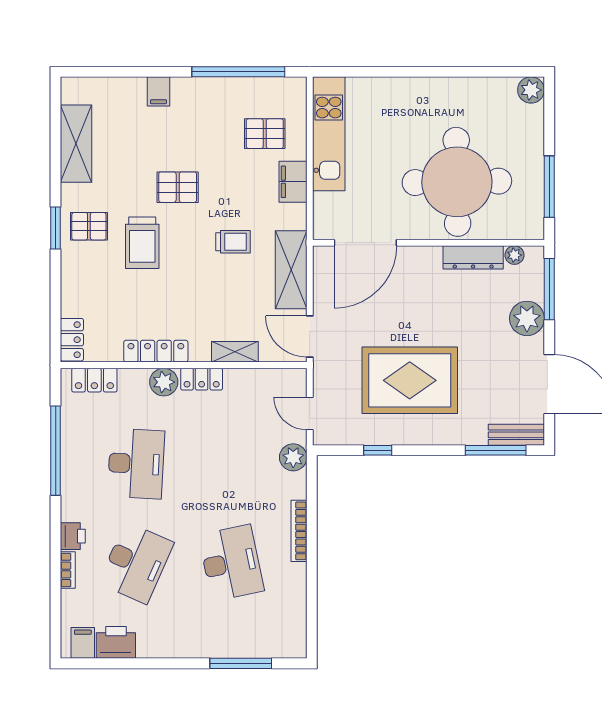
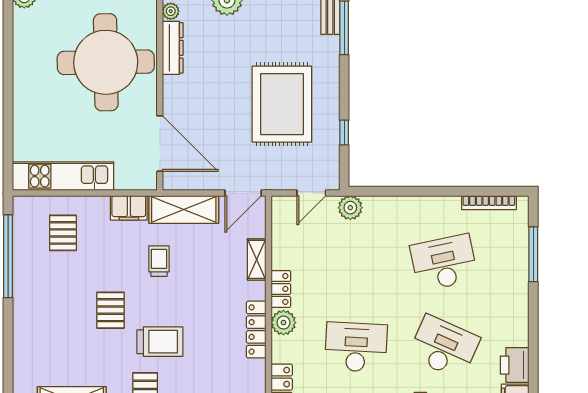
filing cabinet: (158, 91) -> (25, 327), removed
filing cabinet: (293, 182) -> (129, 208), moved
bookcase: (299, 531) -> (489, 203), moved

